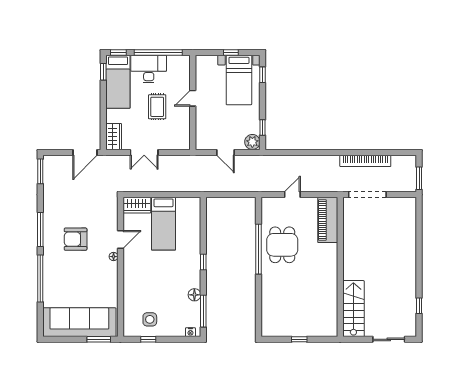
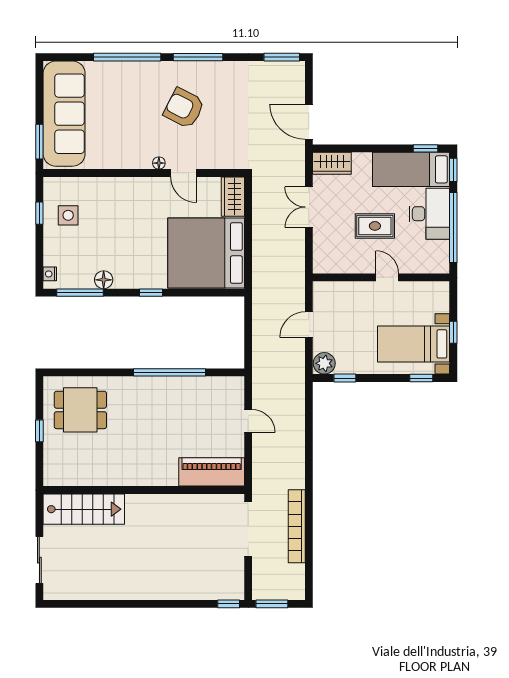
bed: (164, 224) -> (206, 253), width x2.04
armchair: (76, 239) -> (184, 108), turned -63
dining table: (282, 245) -> (80, 410), moved
window: (419, 306) -> (229, 604), moved

